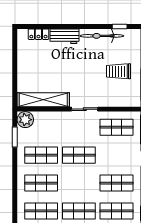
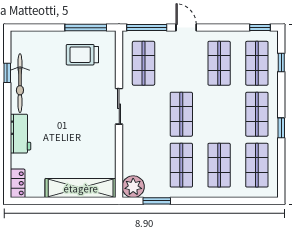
window: (120, 26) -> (7, 73), moved
locker: (38, 34) -> (18, 183), moved
trolley: (119, 71) -> (82, 55), moved, turned 90
shelving: (43, 100) -> (81, 188), moved, turned 90

